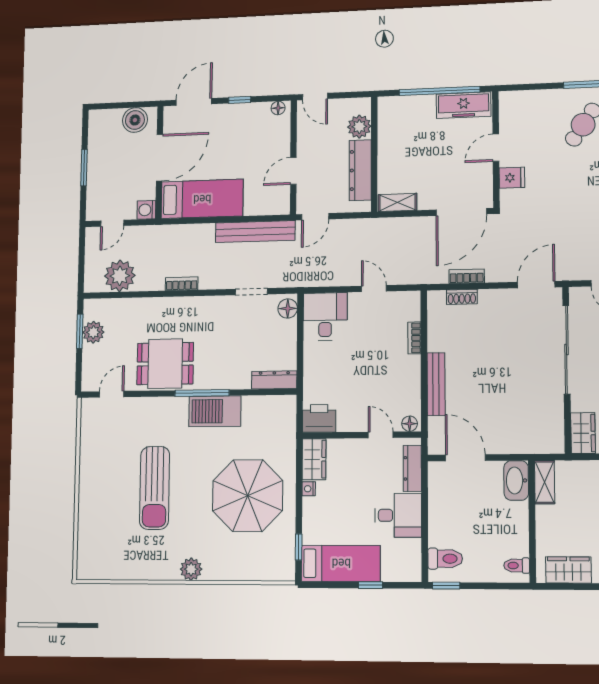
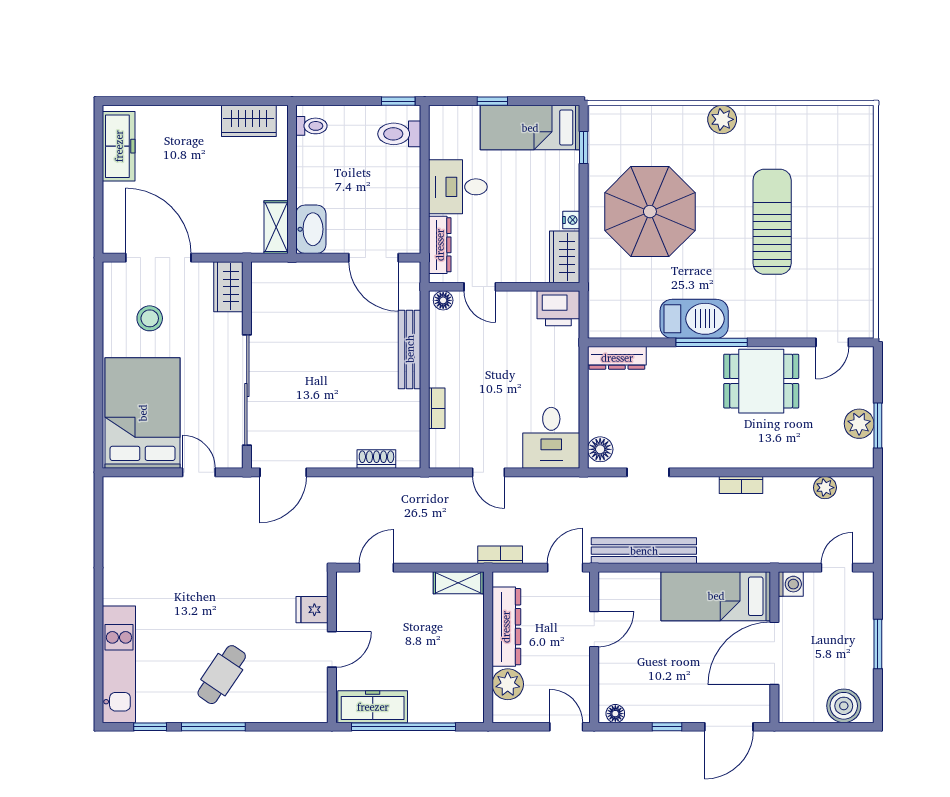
boiler: (135, 120) -> (844, 706), moved
door: (461, 212) -> (376, 568), width x0.53
plant: (120, 276) -> (825, 488), width x0.53, depth x0.53
bookcase: (467, 276) -> (500, 555), moved, turned 180

